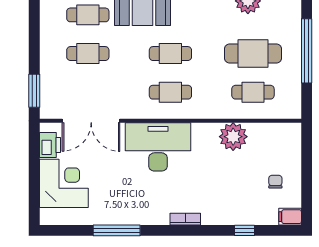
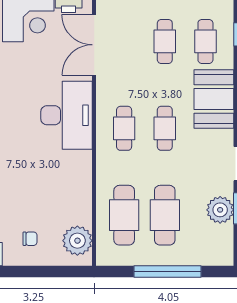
cafe table: (253, 92) -> (124, 215), width x1.37, depth x1.35
plant: (233, 137) -> (77, 241), moved

